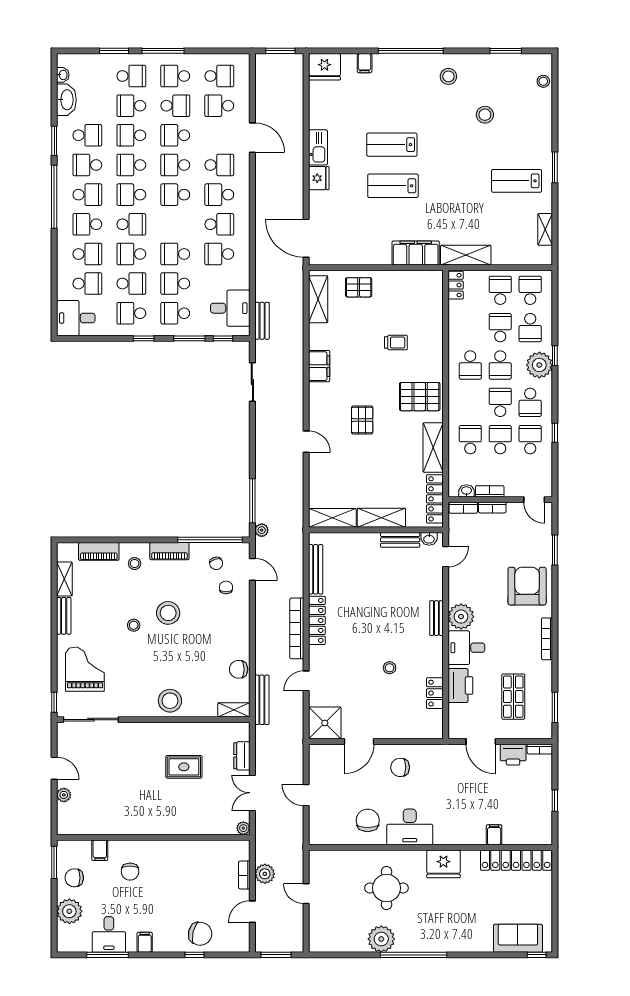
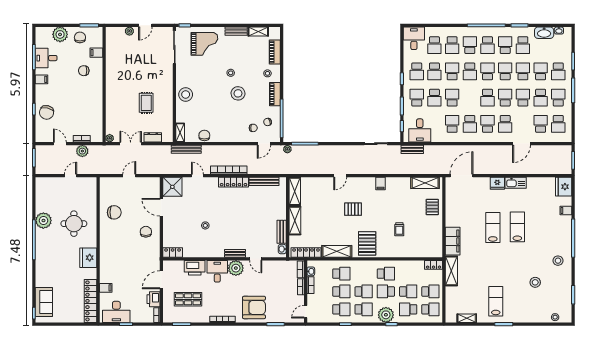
school desk: (175, 195) -> (488, 98), turned 180
school desk: (175, 284) -> (434, 98), turned 180
school desk: (131, 313) -> (417, 71), turned 180
school desk: (470, 365) -> (386, 274), turned 180
filing cabinet: (319, 366) -> (380, 184), width x0.50
school desk: (530, 402) -> (364, 309), turned 180
door: (446, 557) -> (256, 259), moved
locker: (435, 693) -> (173, 252), moved
desk: (410, 827) -> (116, 312), moved, turned -90

